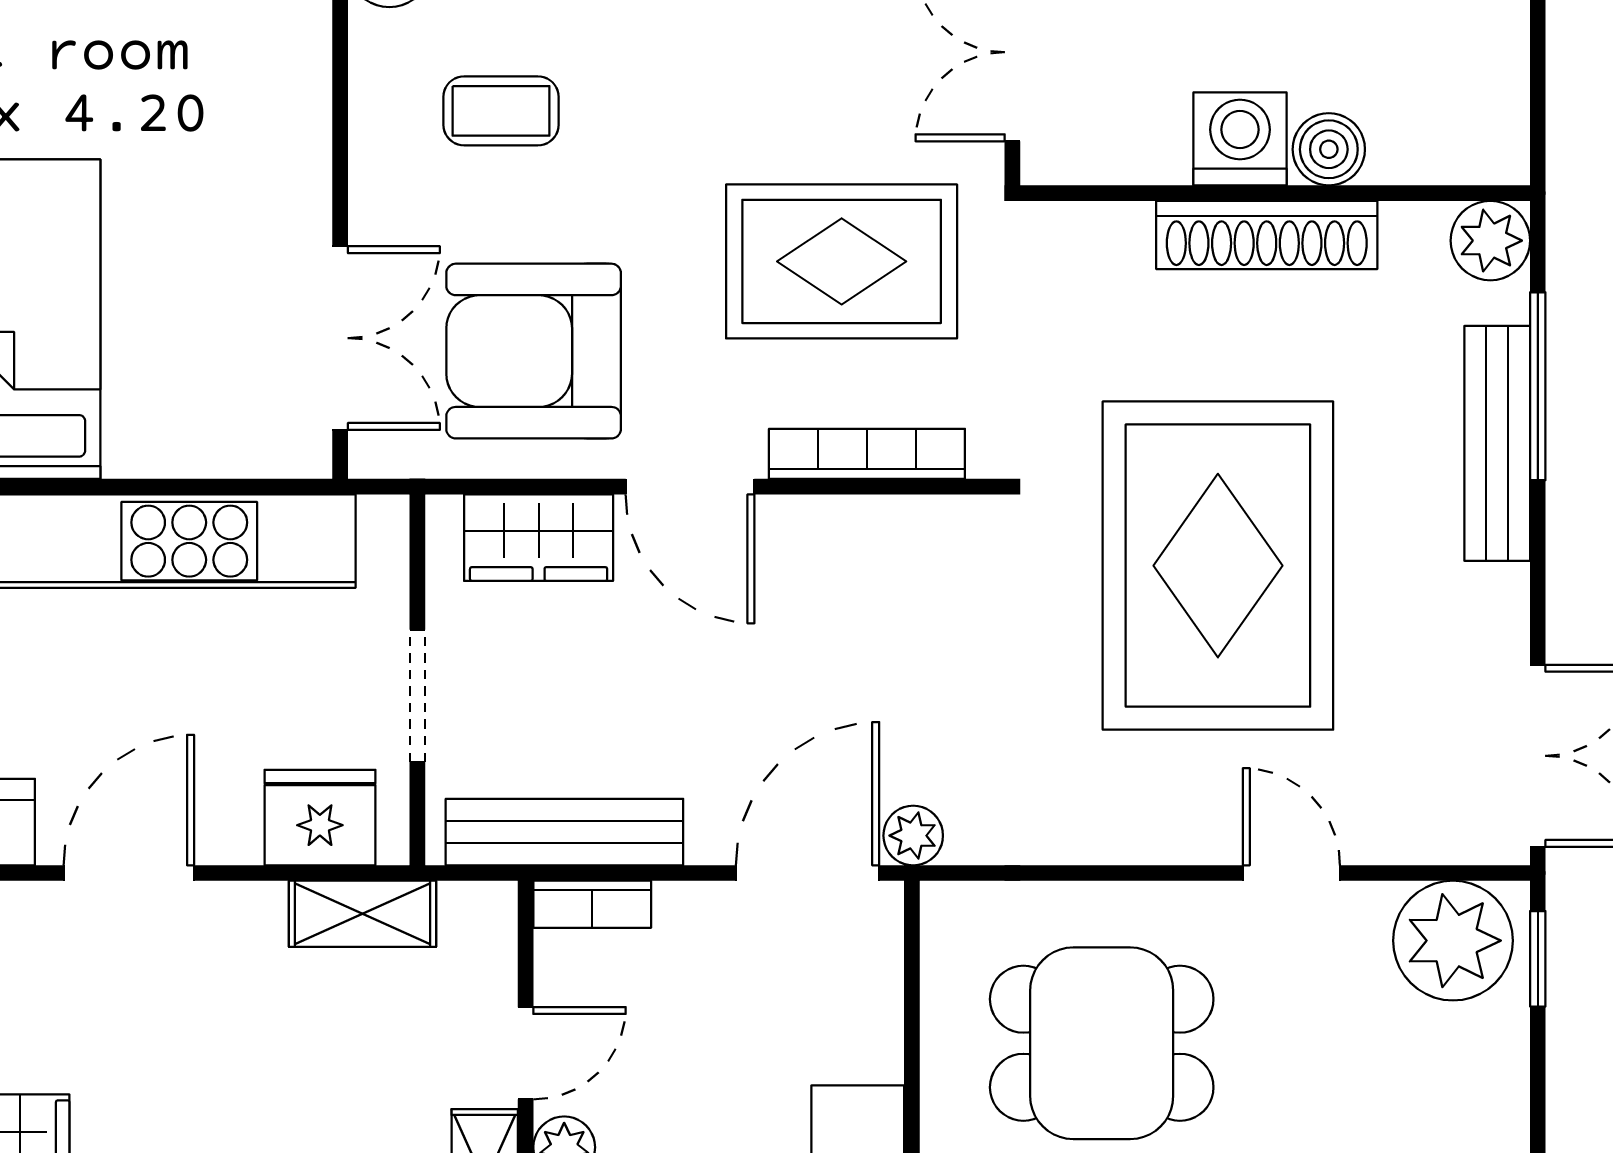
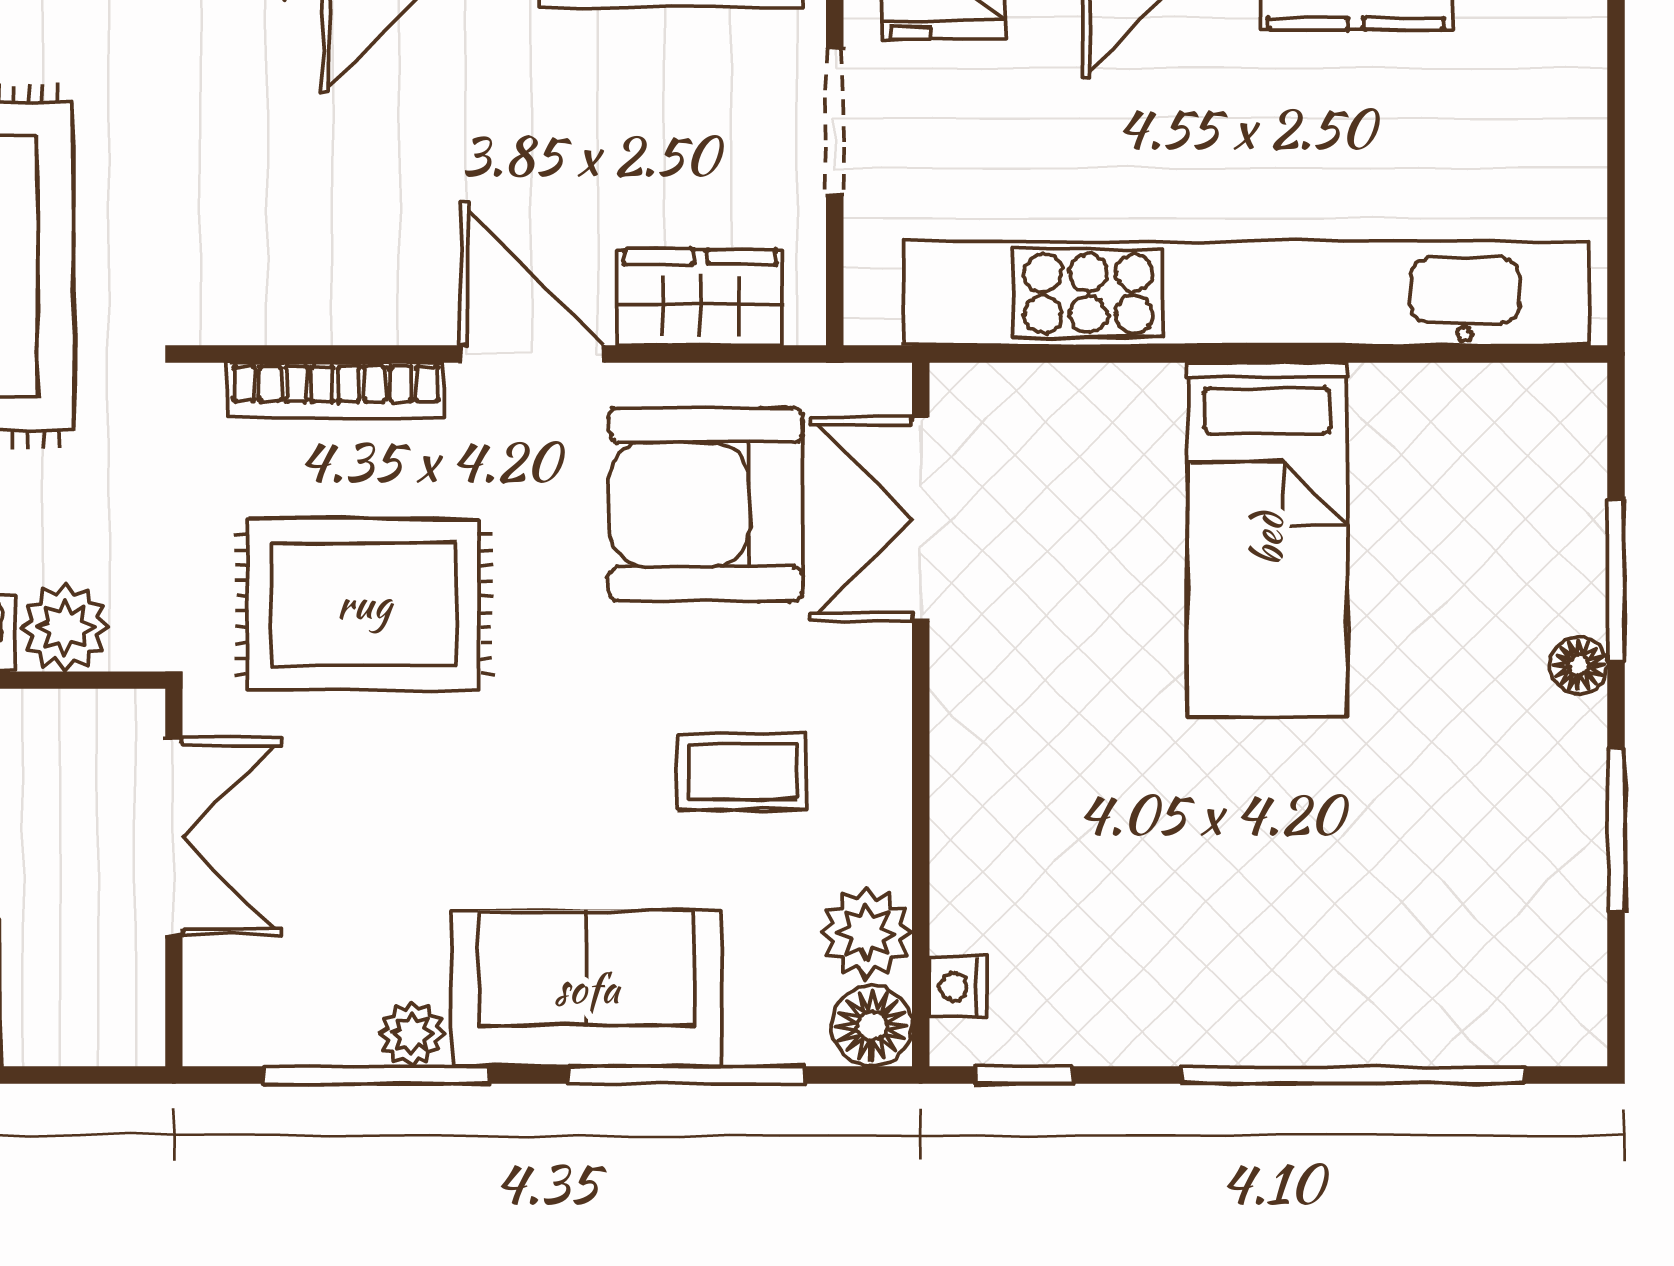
plant: (1110, 240) -> (65, 628), added
armchair: (534, 351) -> (706, 505), turned 180

